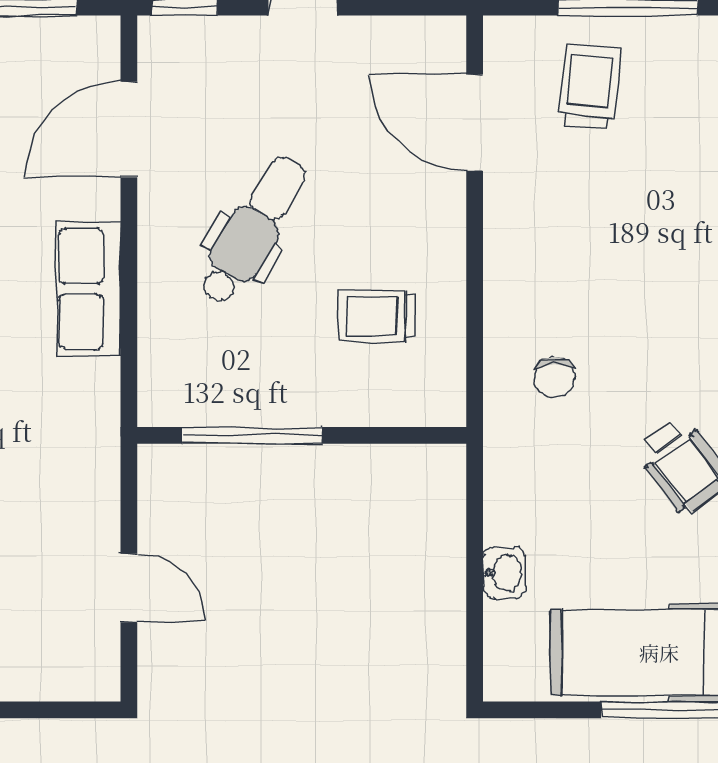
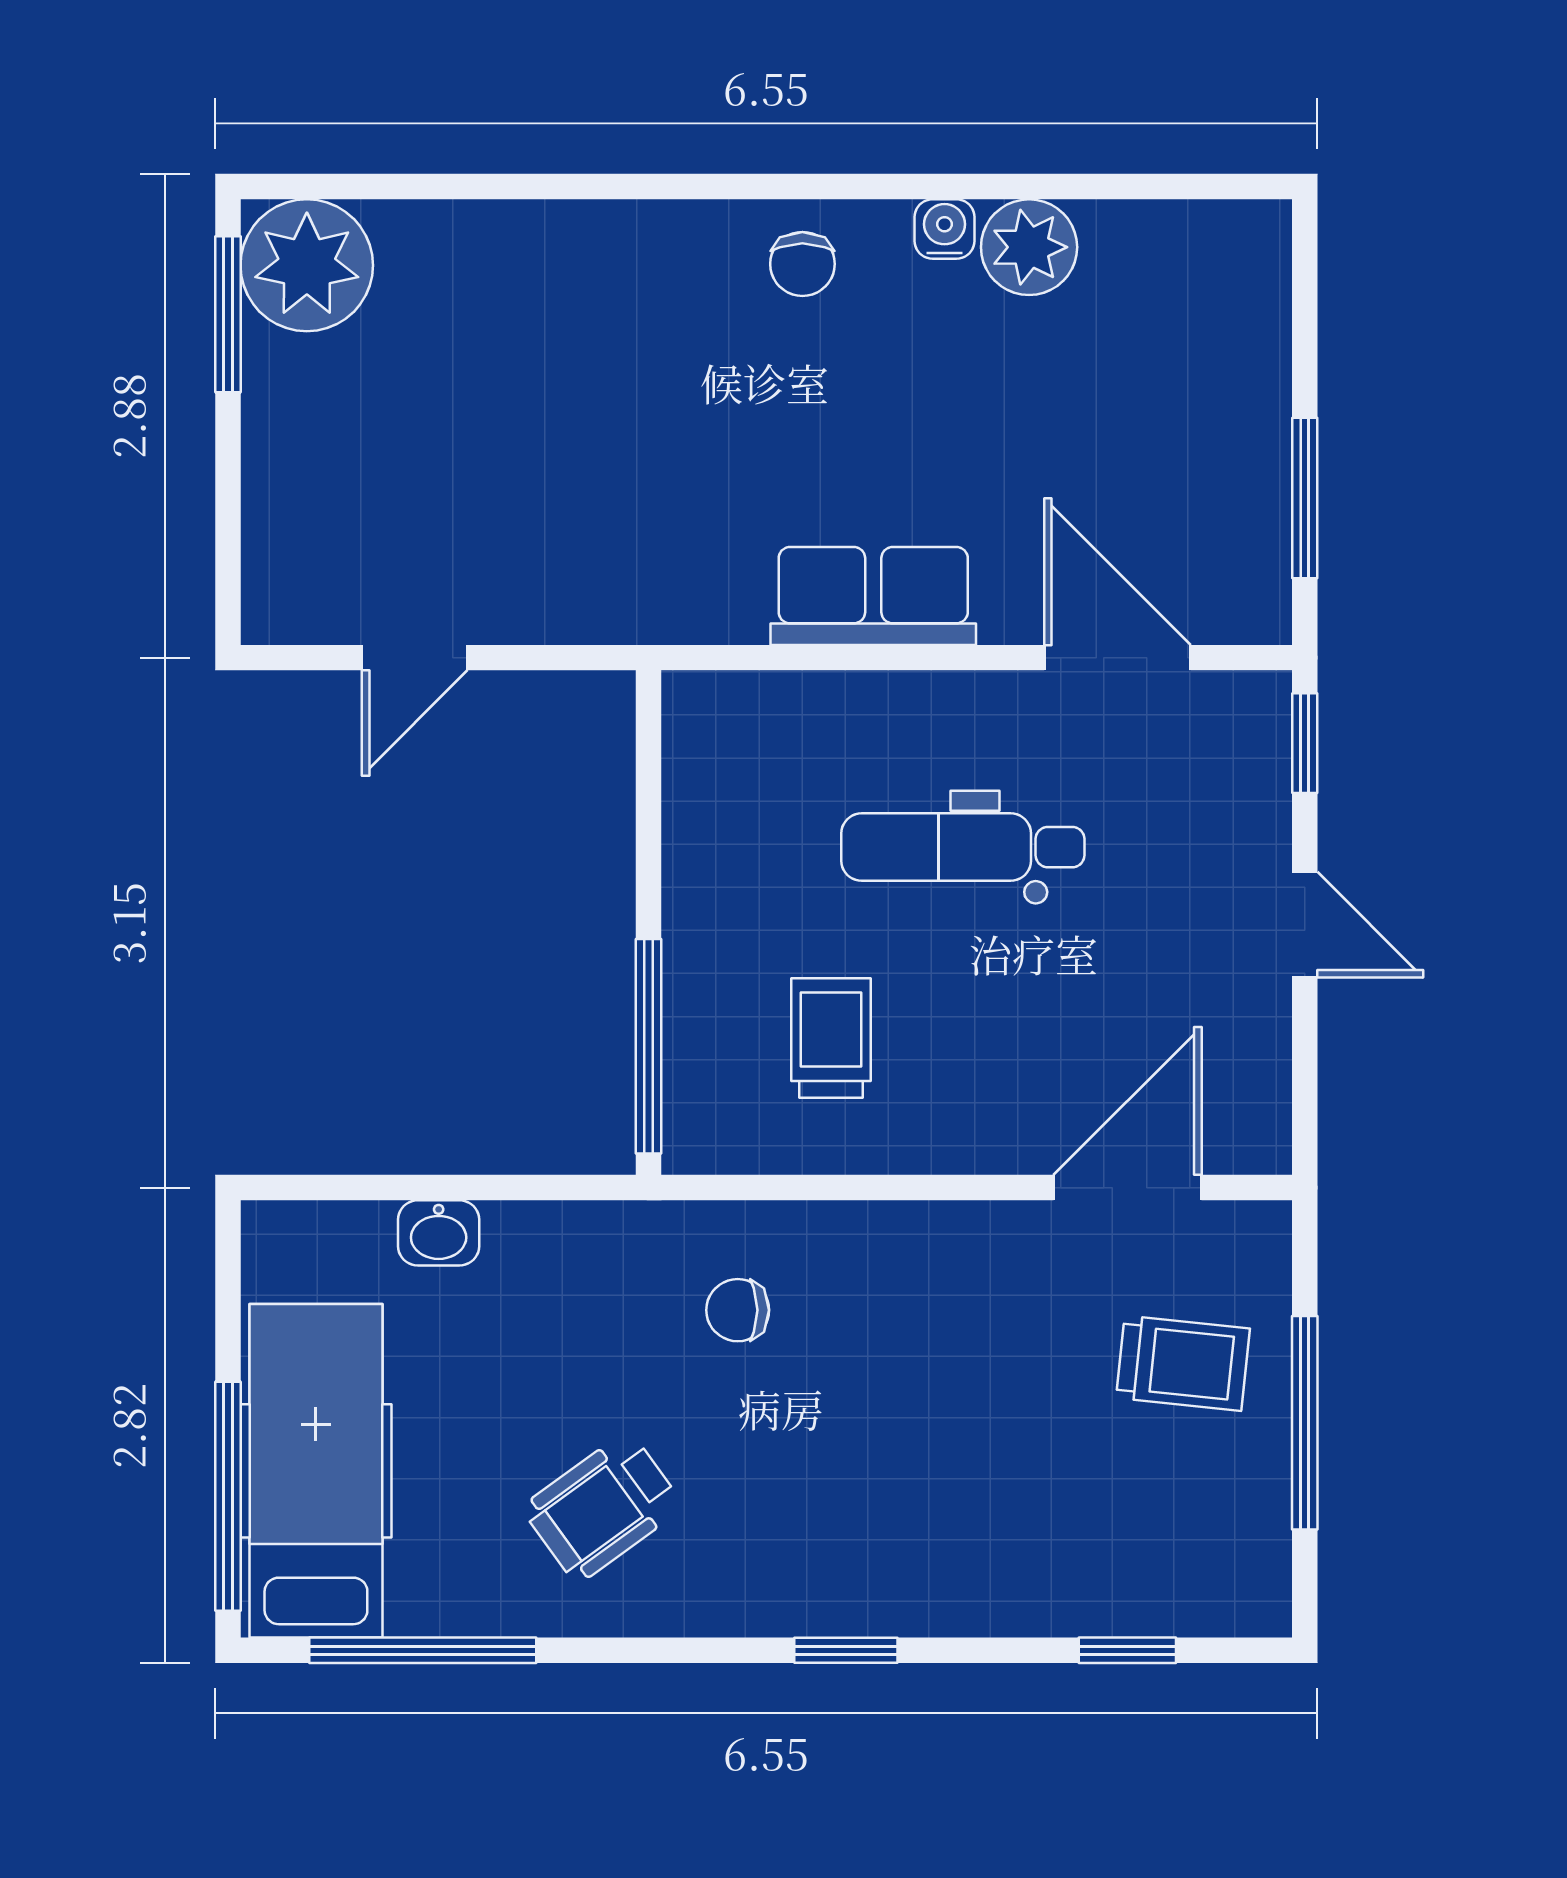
dental chair: (252, 230) -> (963, 847), turned 149
window: (252, 435) -> (649, 1046), moved

